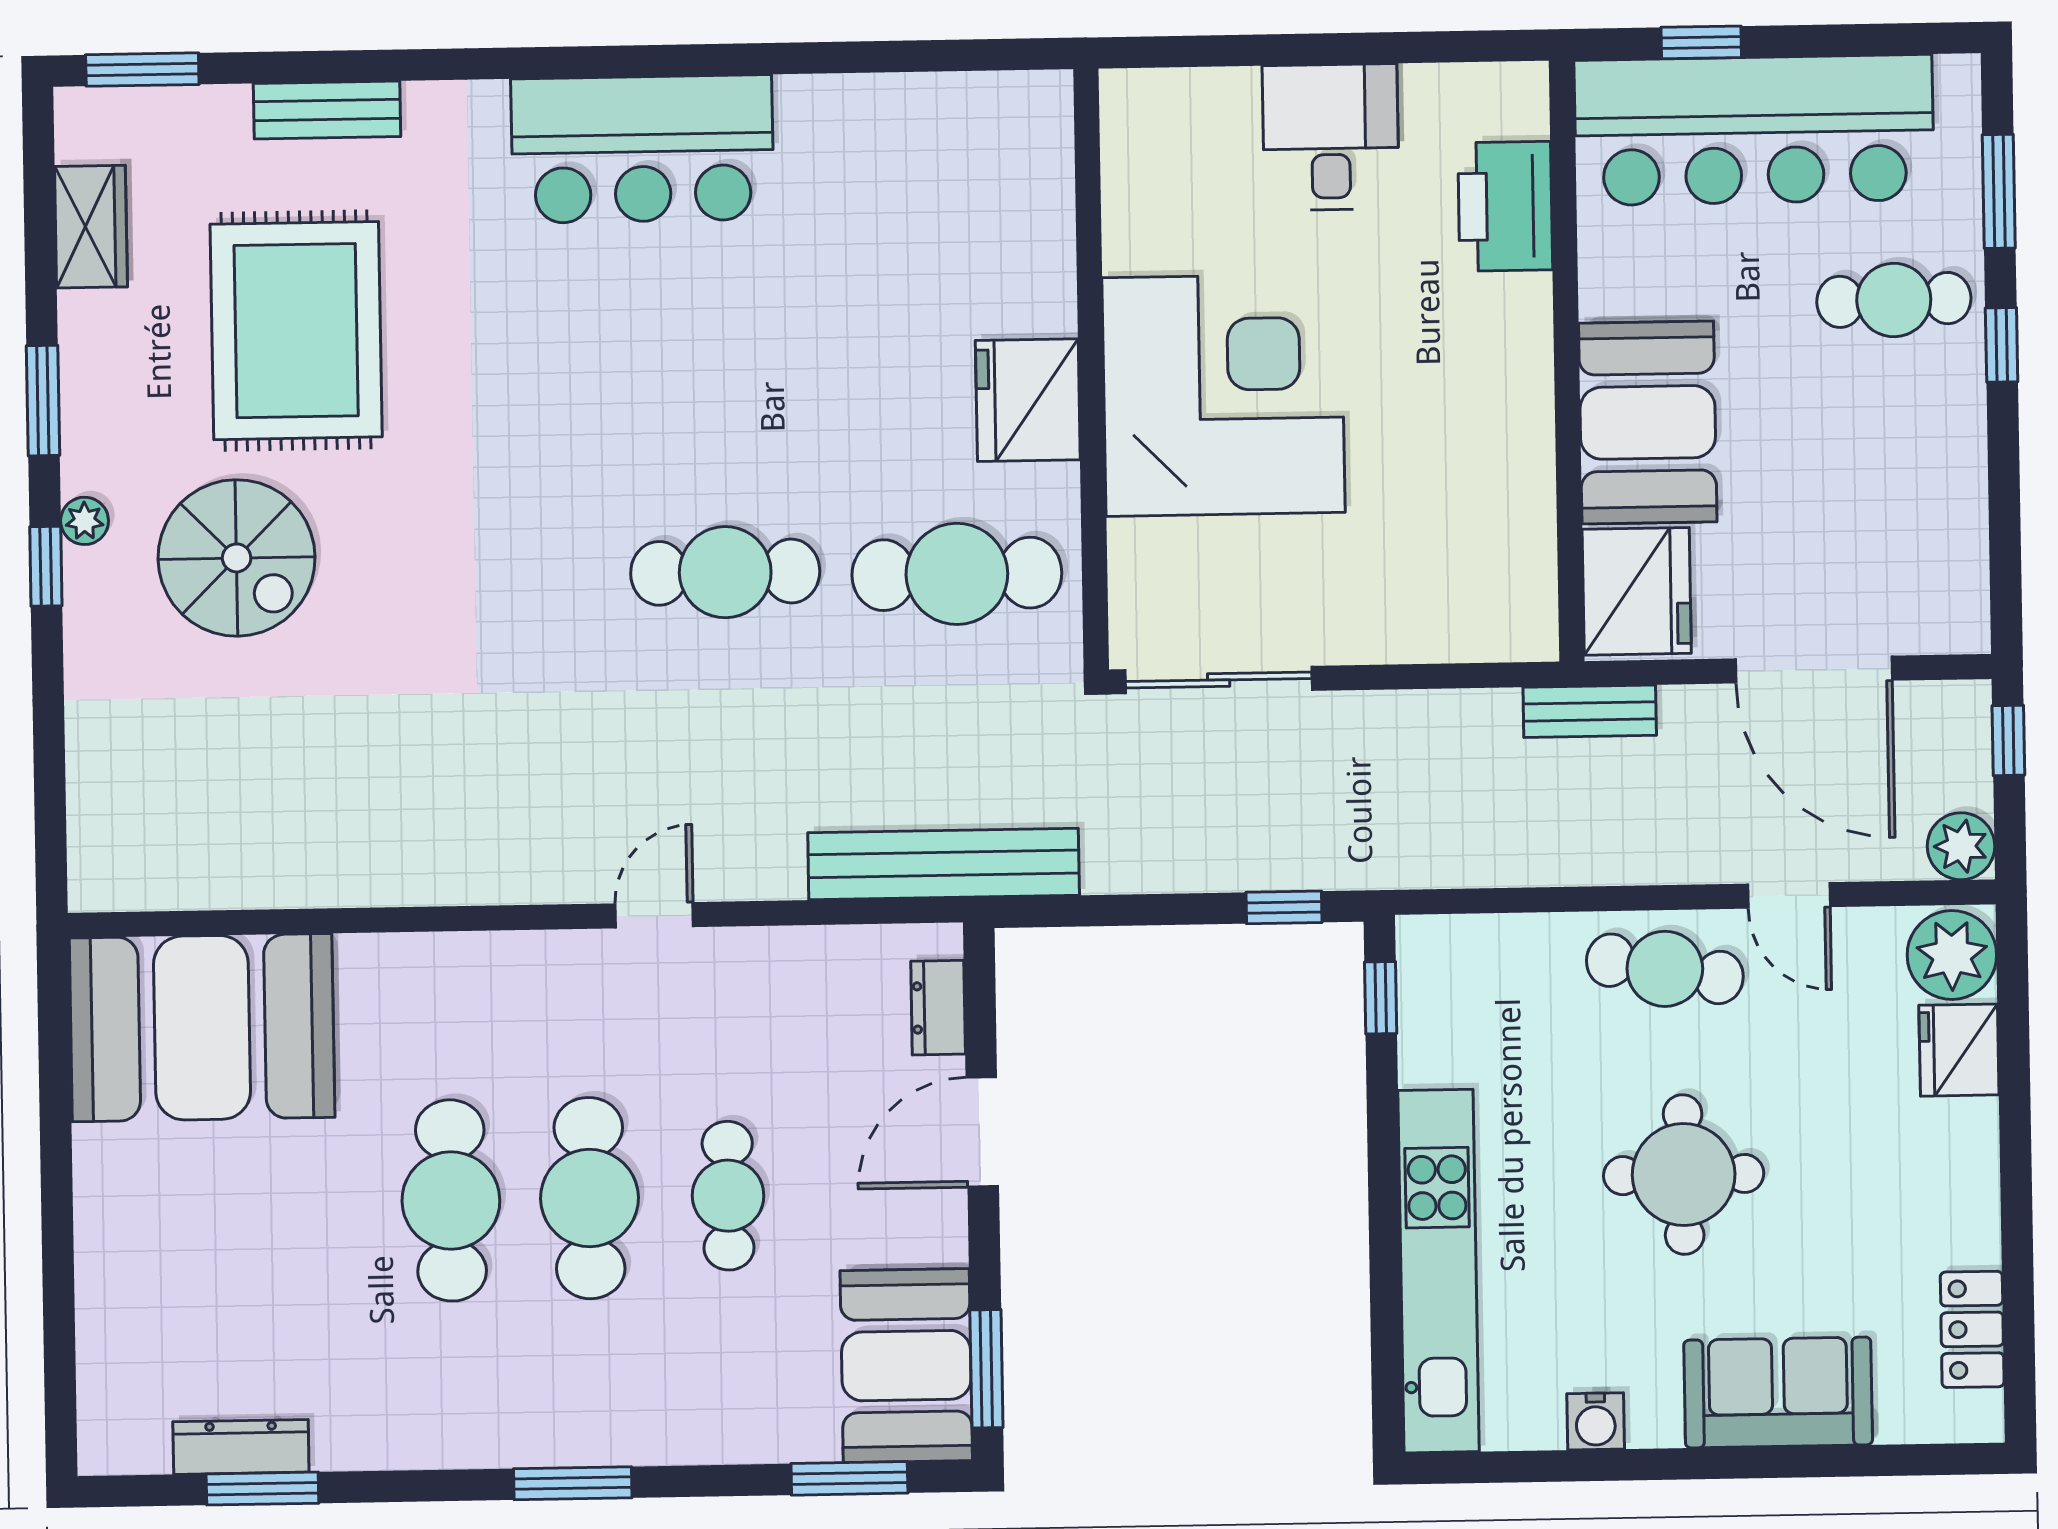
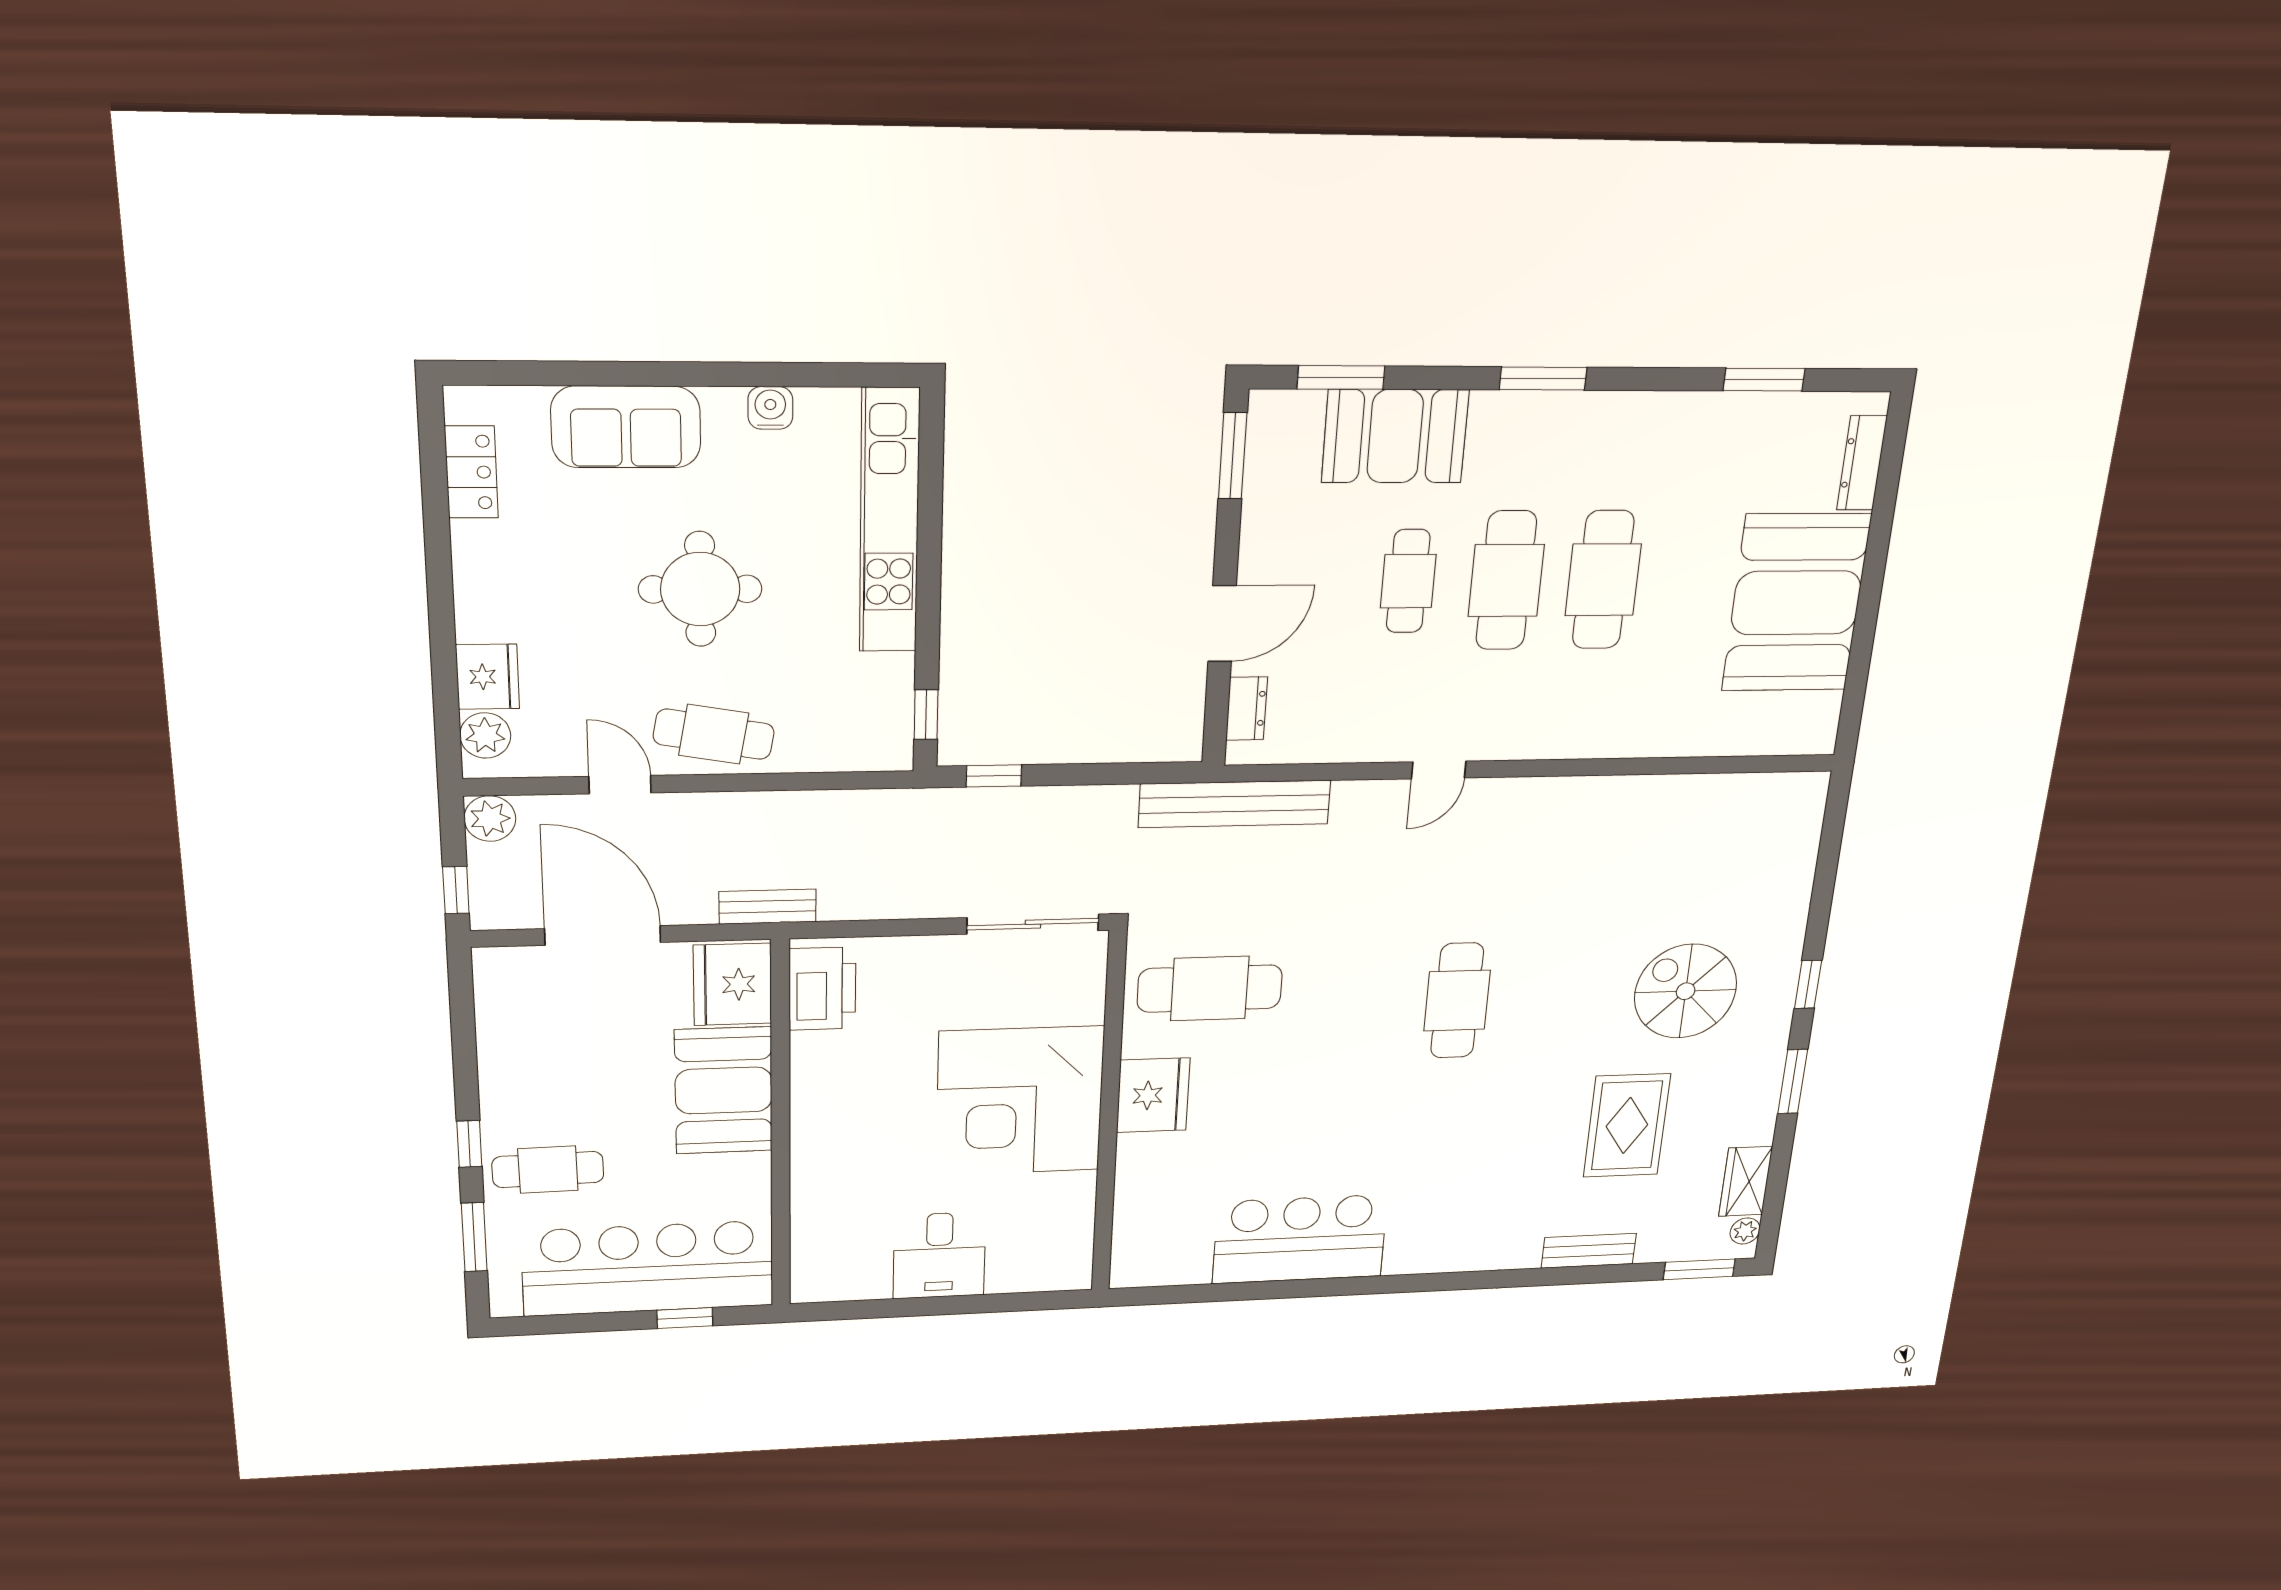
bar counter: (642, 149) -> (1300, 1239), moved
printer: (1505, 206) -> (822, 989), moved
rug: (296, 331) -> (1627, 1126), width x0.73, depth x0.69
plant: (85, 521) -> (1745, 1231), moved
cafe table: (725, 572) -> (1457, 1001), moved, turned 90
plant: (1952, 955) -> (485, 735), width x0.73, depth x0.73
booth: (202, 1028) -> (1796, 603), moved, turned 90
booth: (906, 1366) -> (1395, 436), moved, turned 90
dresser: (241, 1447) -> (1862, 463), moved, turned 90

